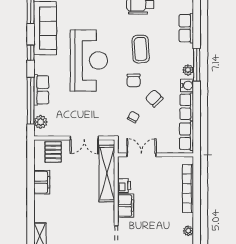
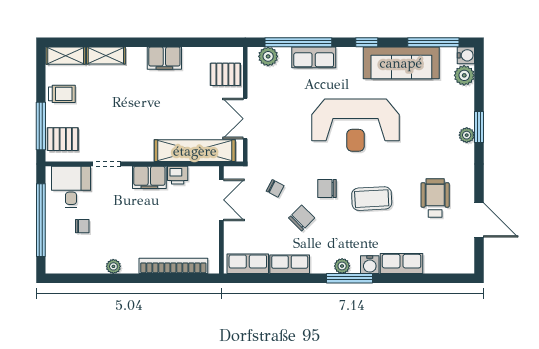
water cooler: (187, 85) -> (370, 265), moved
filing cabinet: (42, 182) -> (164, 58), moved

